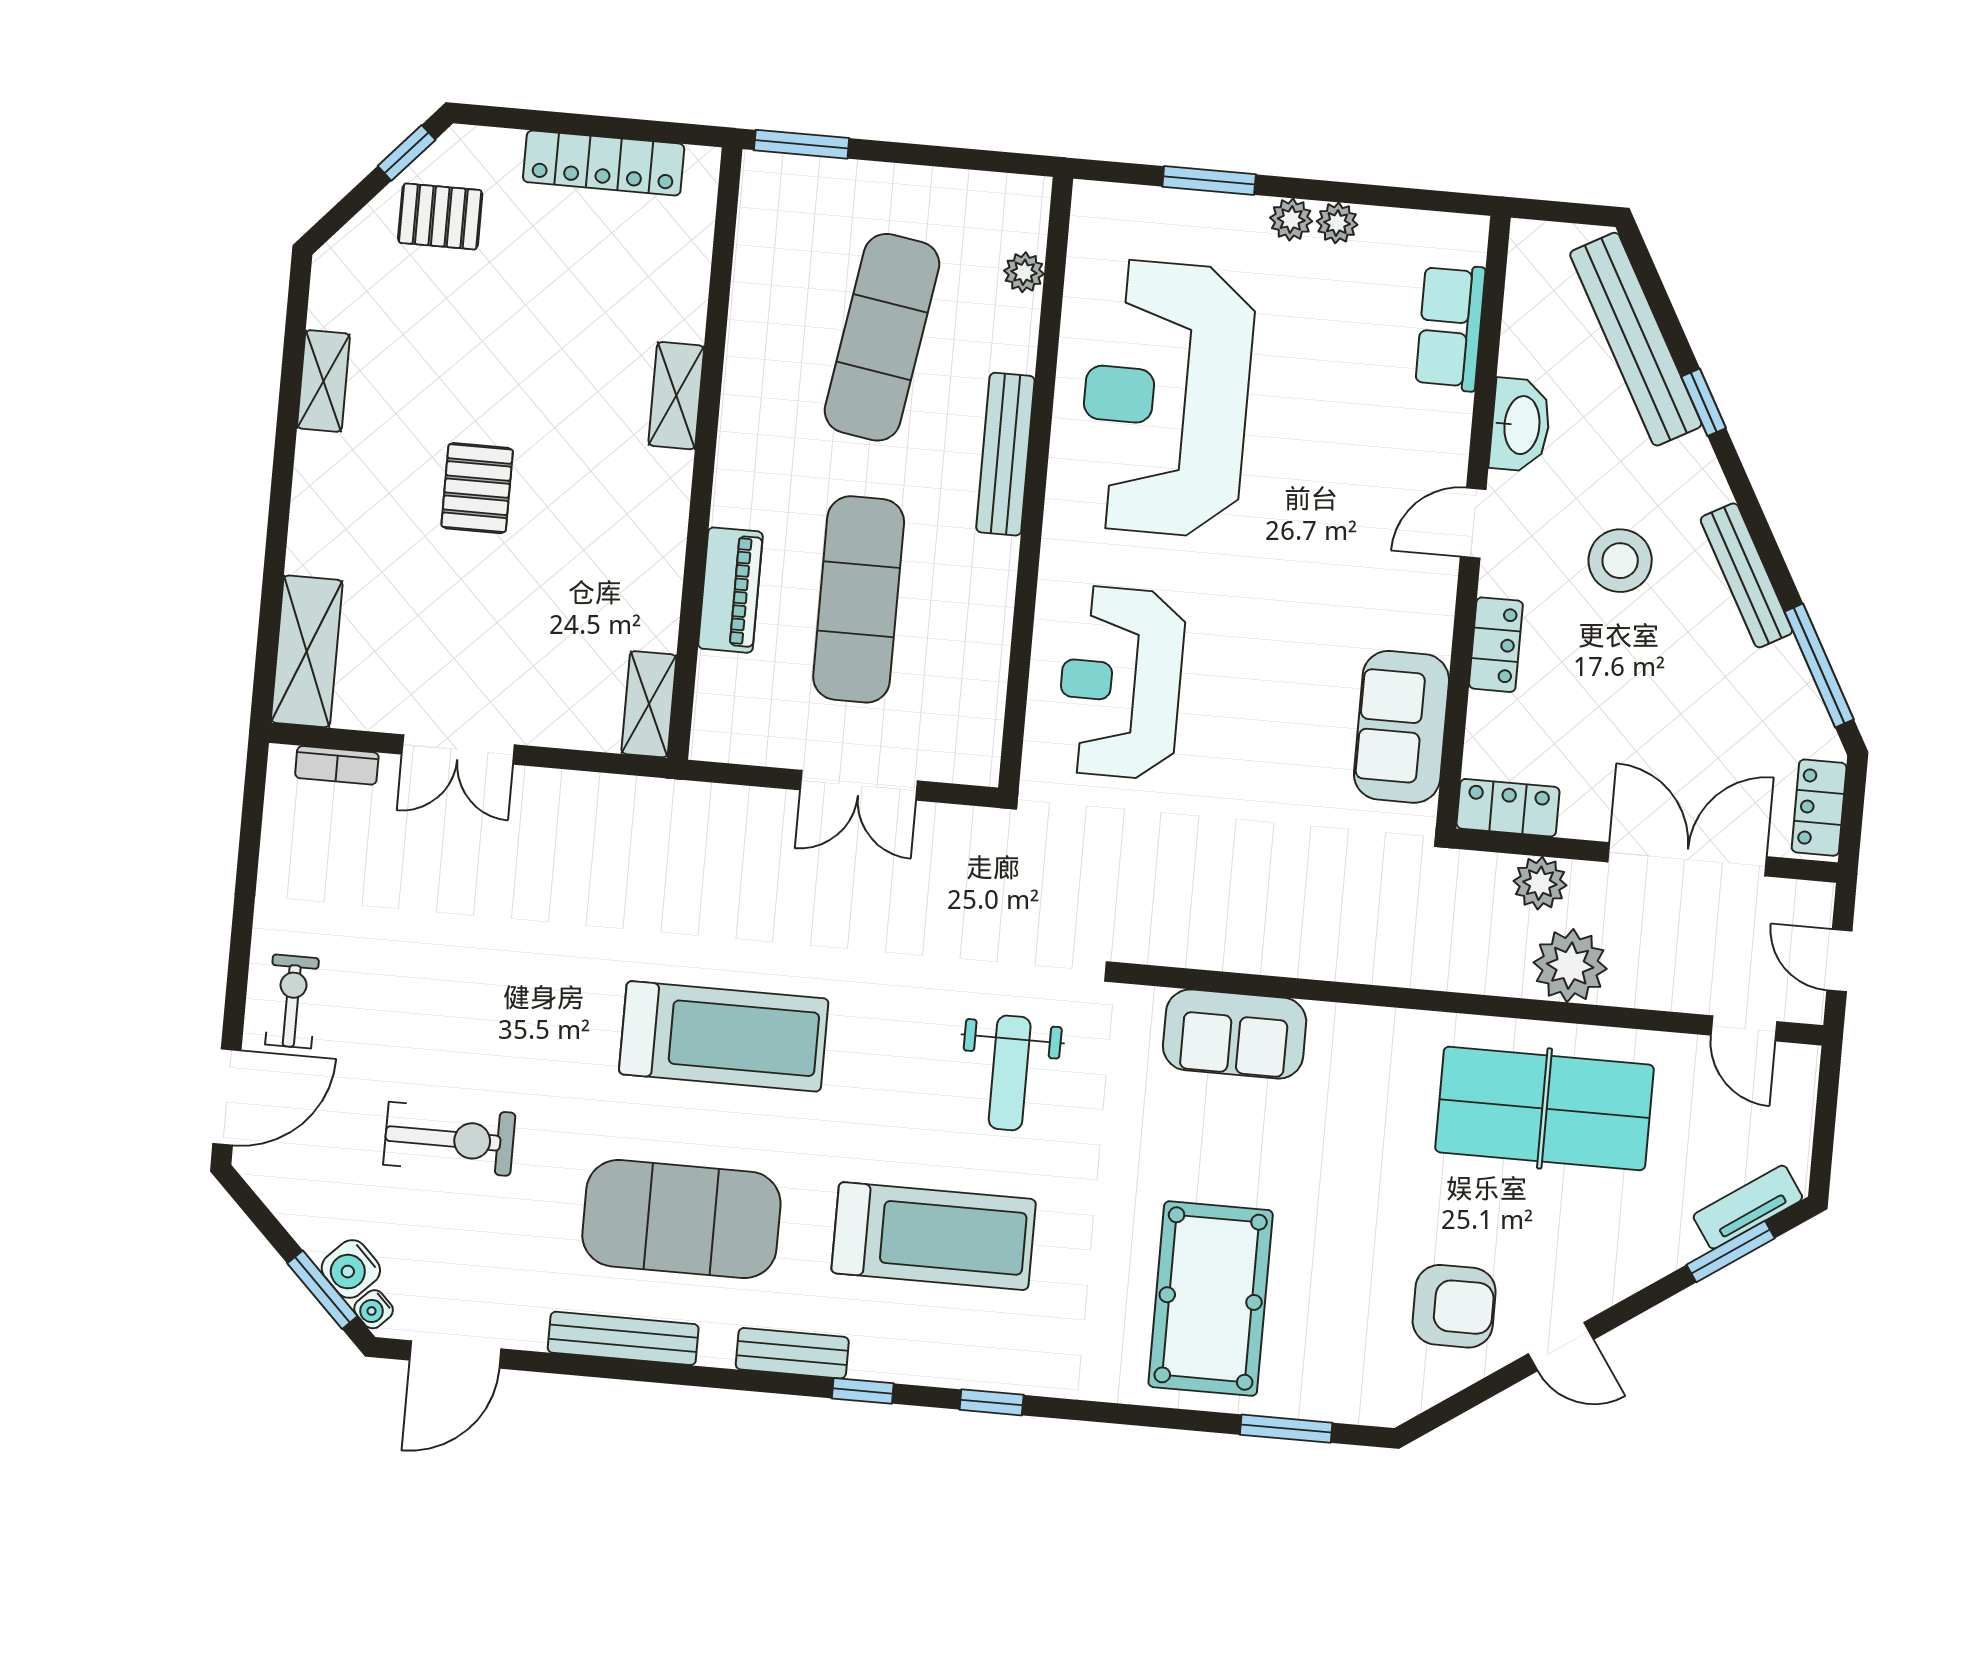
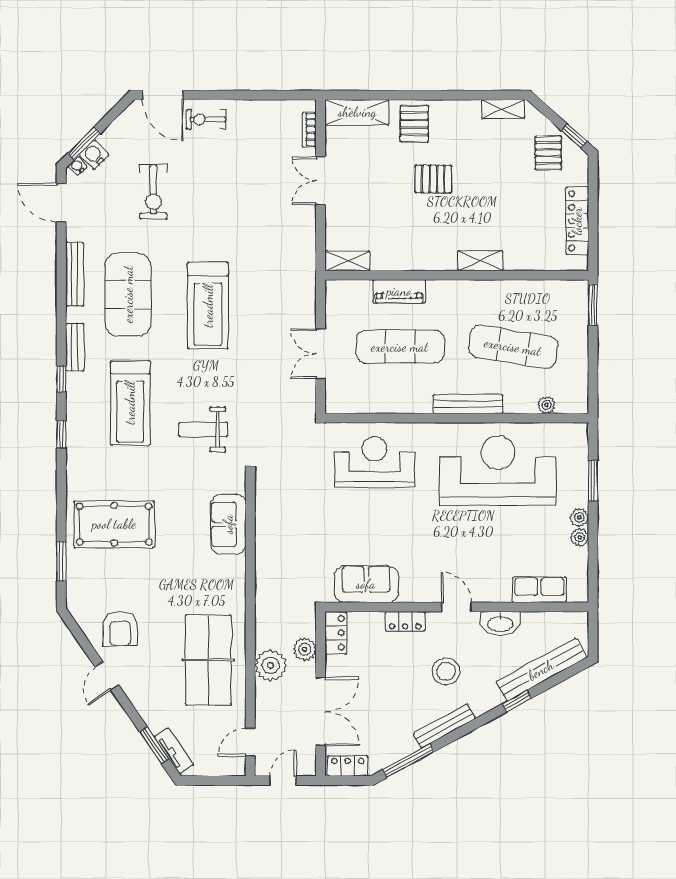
shelving: (323, 381) -> (503, 109), moved
pallet: (345, 521) -> (414, 124), added
exercise bike: (292, 1001) -> (206, 119), turned 180

